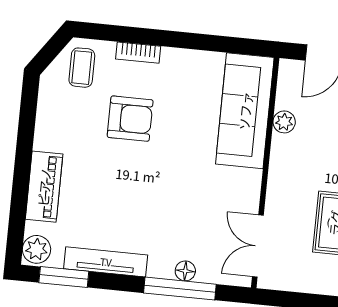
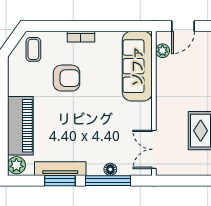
bookcase: (138, 53) -> (81, 37), moved
plant: (284, 122) -> (162, 51), moved
piano: (44, 187) -> (20, 126), width x1.37, depth x1.33
window: (64, 277) -> (60, 181), moved

